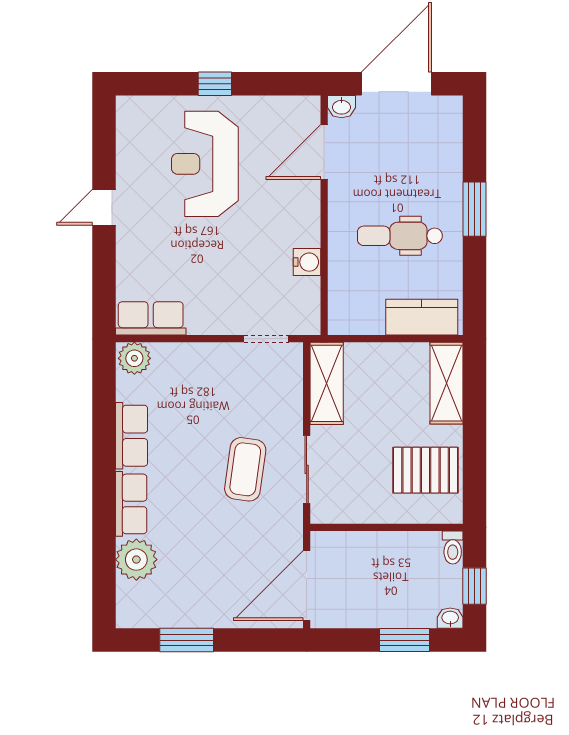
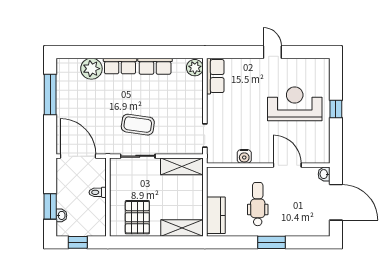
door: (324, 152) -> (287, 165), moved
toilet: (453, 547) -> (98, 192), moved
washbasin: (450, 618) -> (61, 215), moved
window: (187, 640) -> (50, 95), width x1.44

